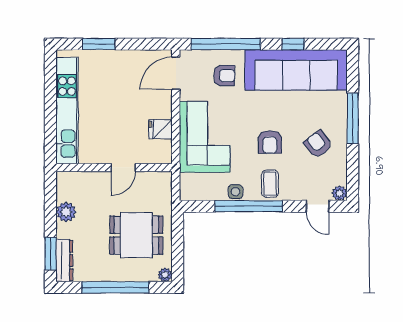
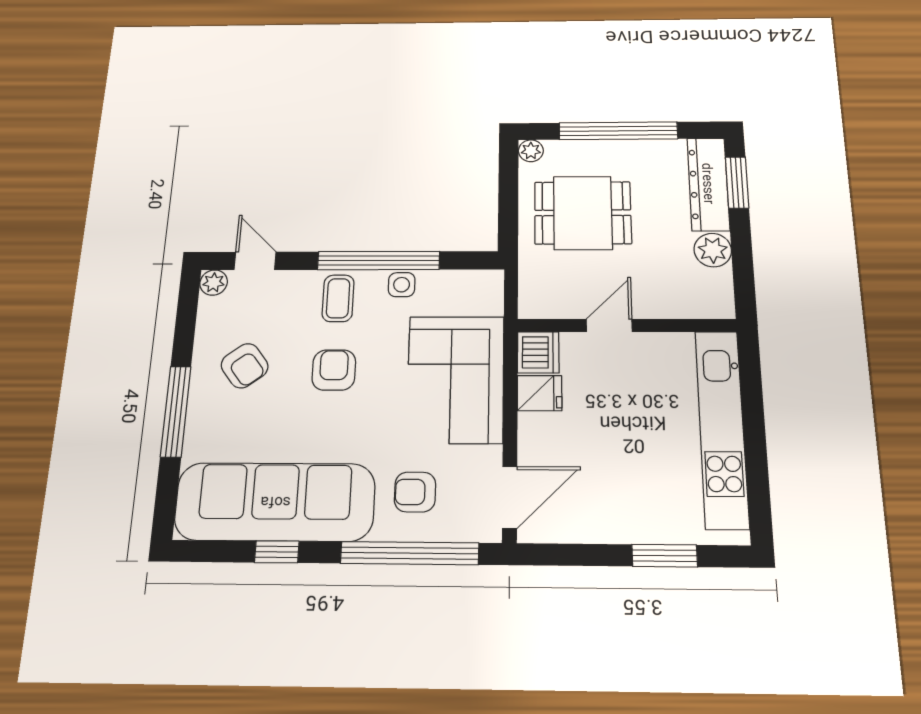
dishwasher: (161, 152) -> (538, 352), added
dresser: (64, 260) -> (708, 184), width x1.37, depth x1.24

